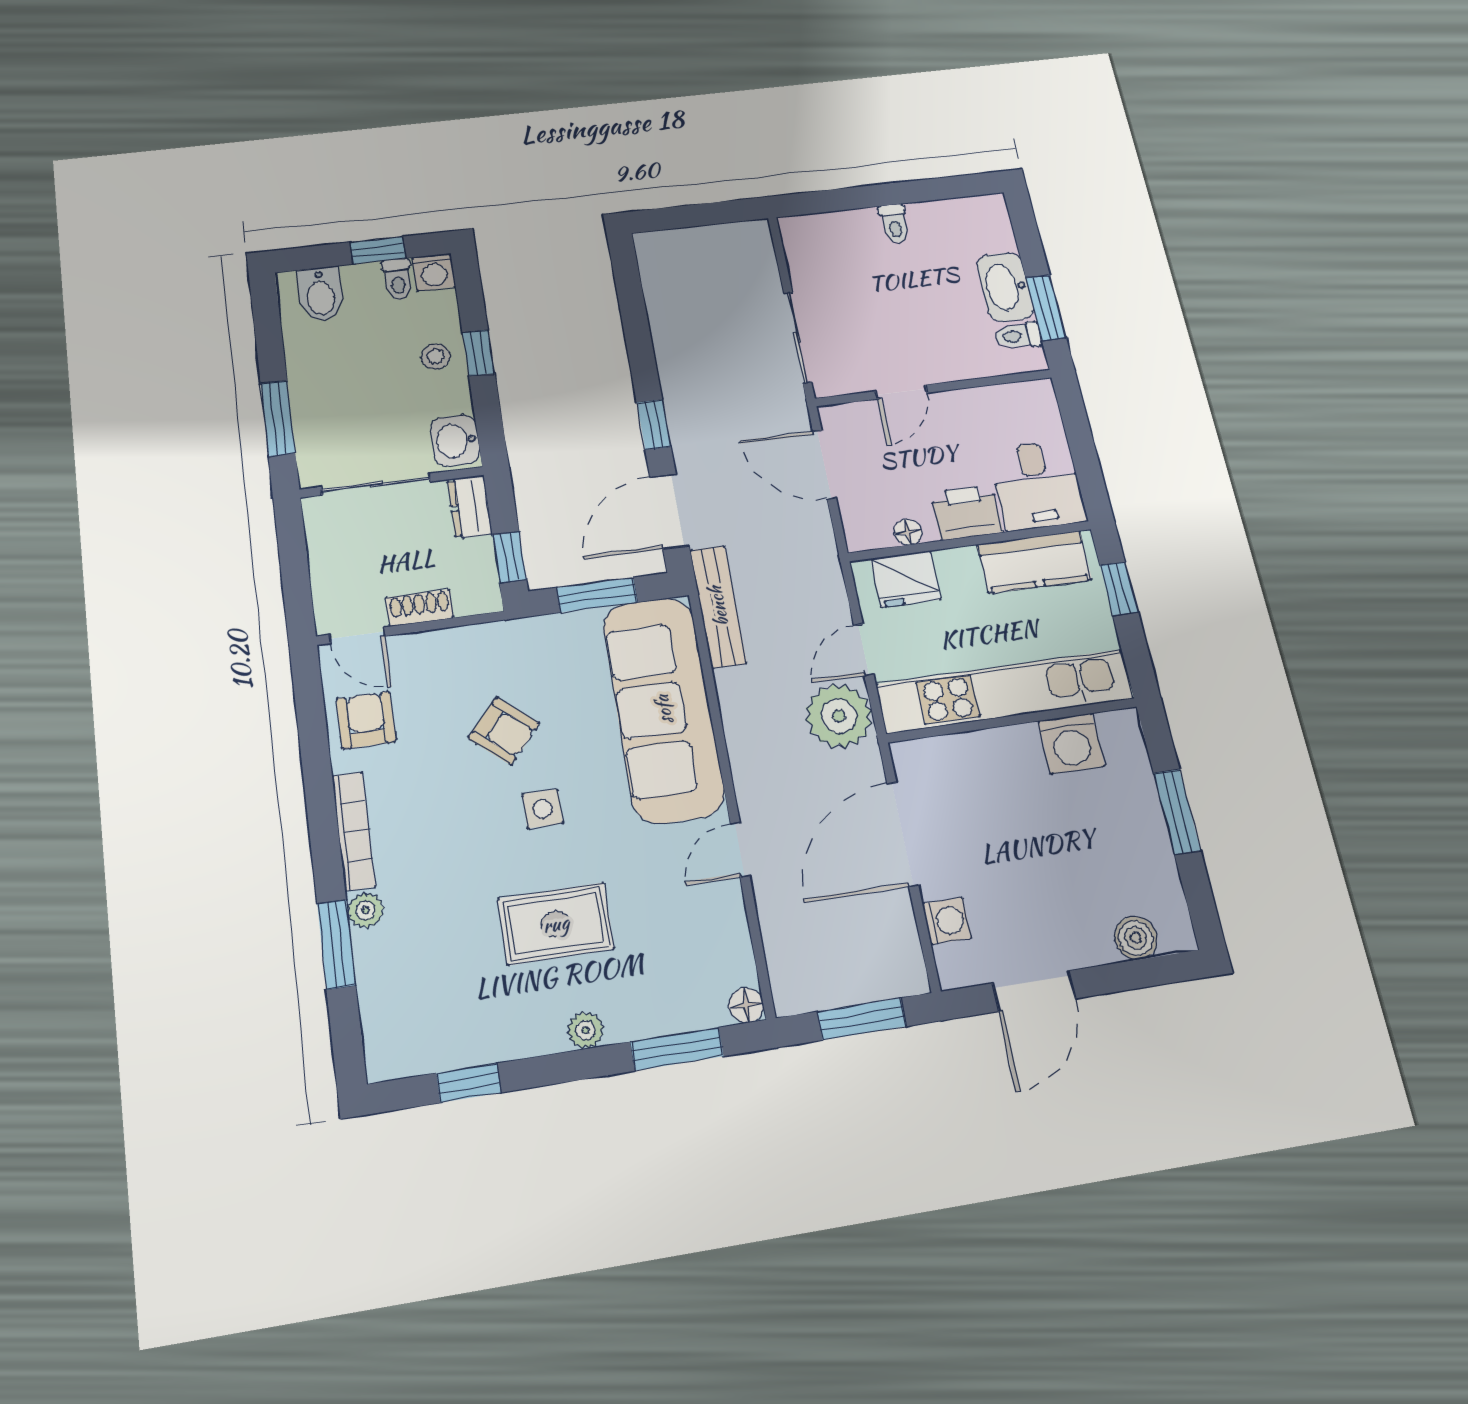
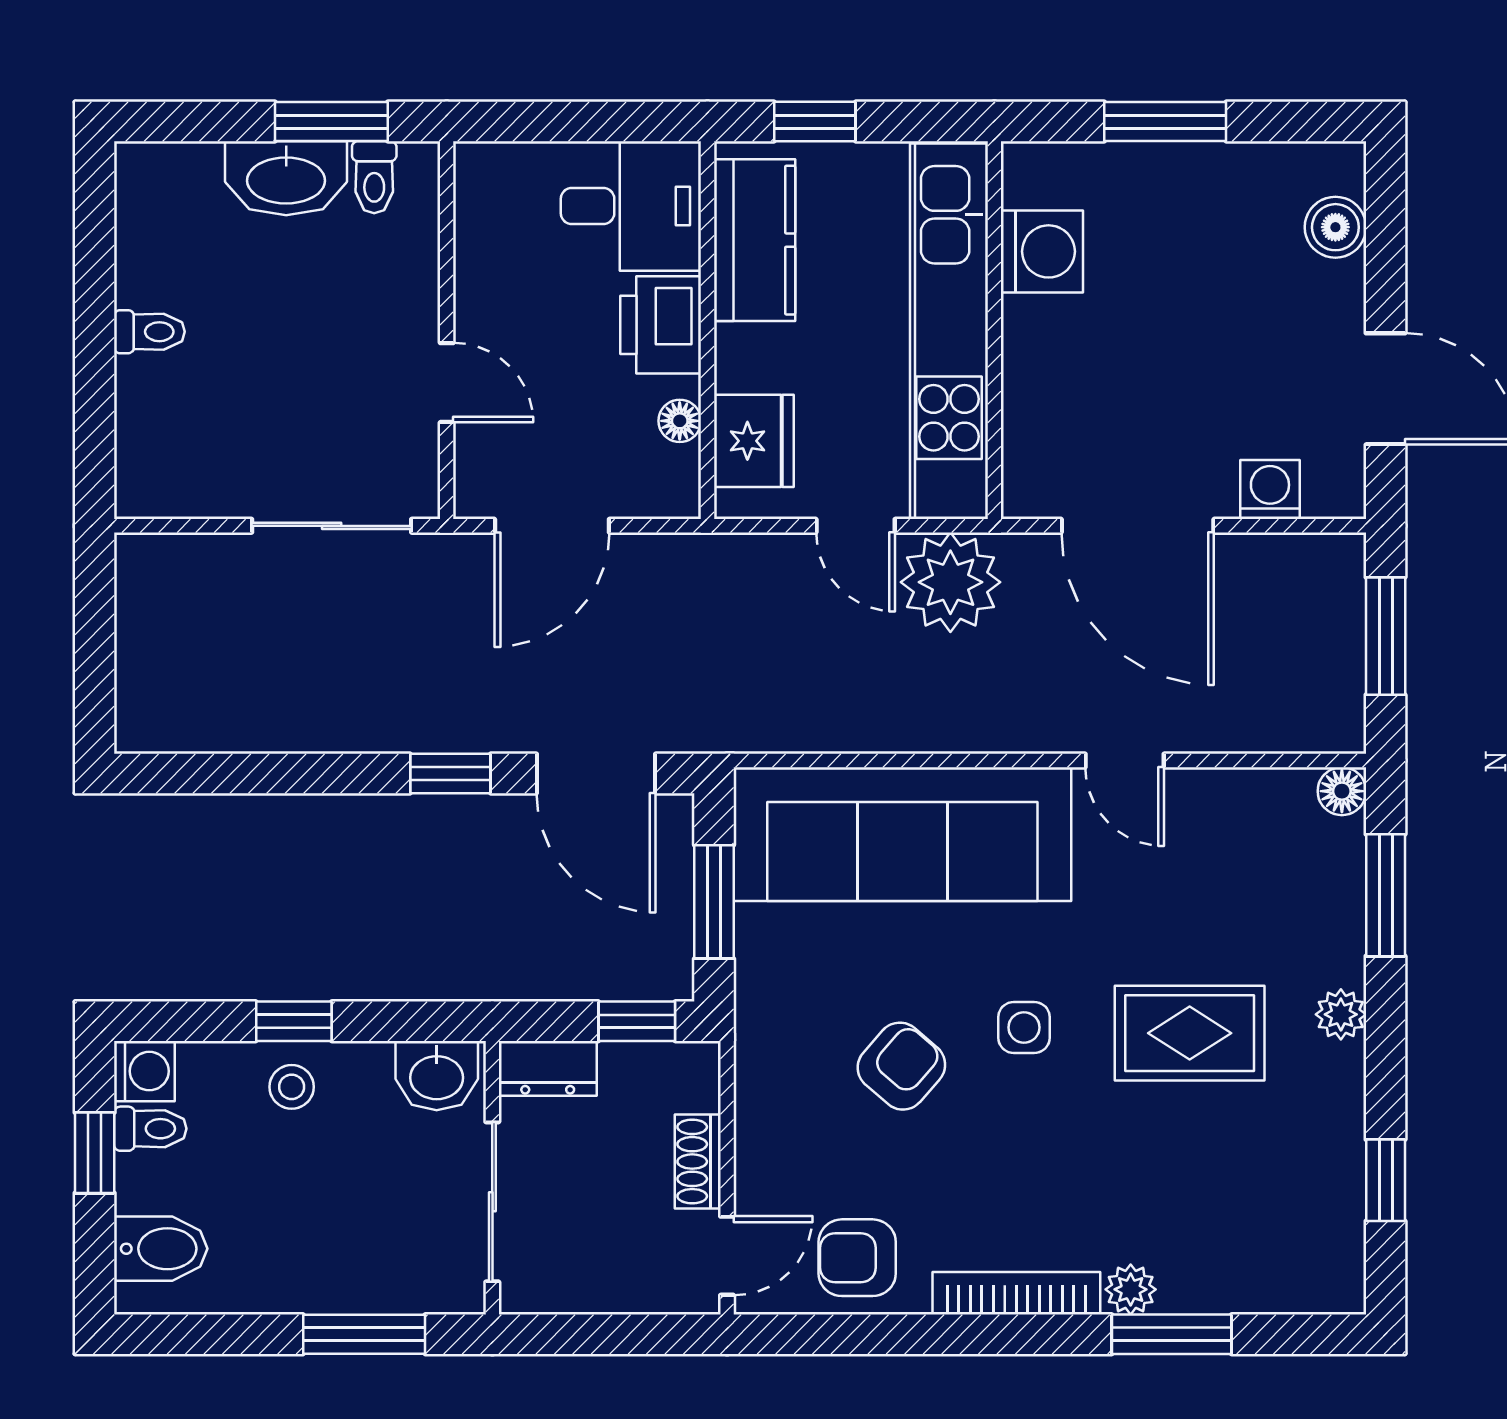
bench: (718, 606) -> (757, 727), removed
rug: (556, 924) -> (1190, 1033), turned 90

